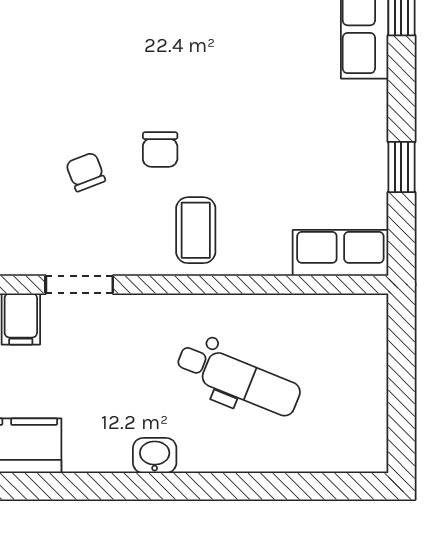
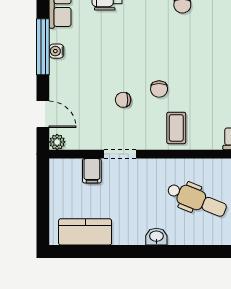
chair: (86, 172) -> (123, 100), turned -69

